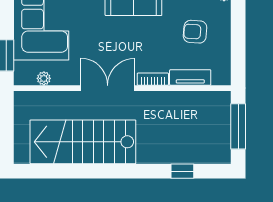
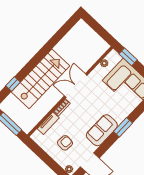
double door: (108, 88) -> (76, 86), swing flipped
stairs: (83, 142) -> (40, 79), moved

